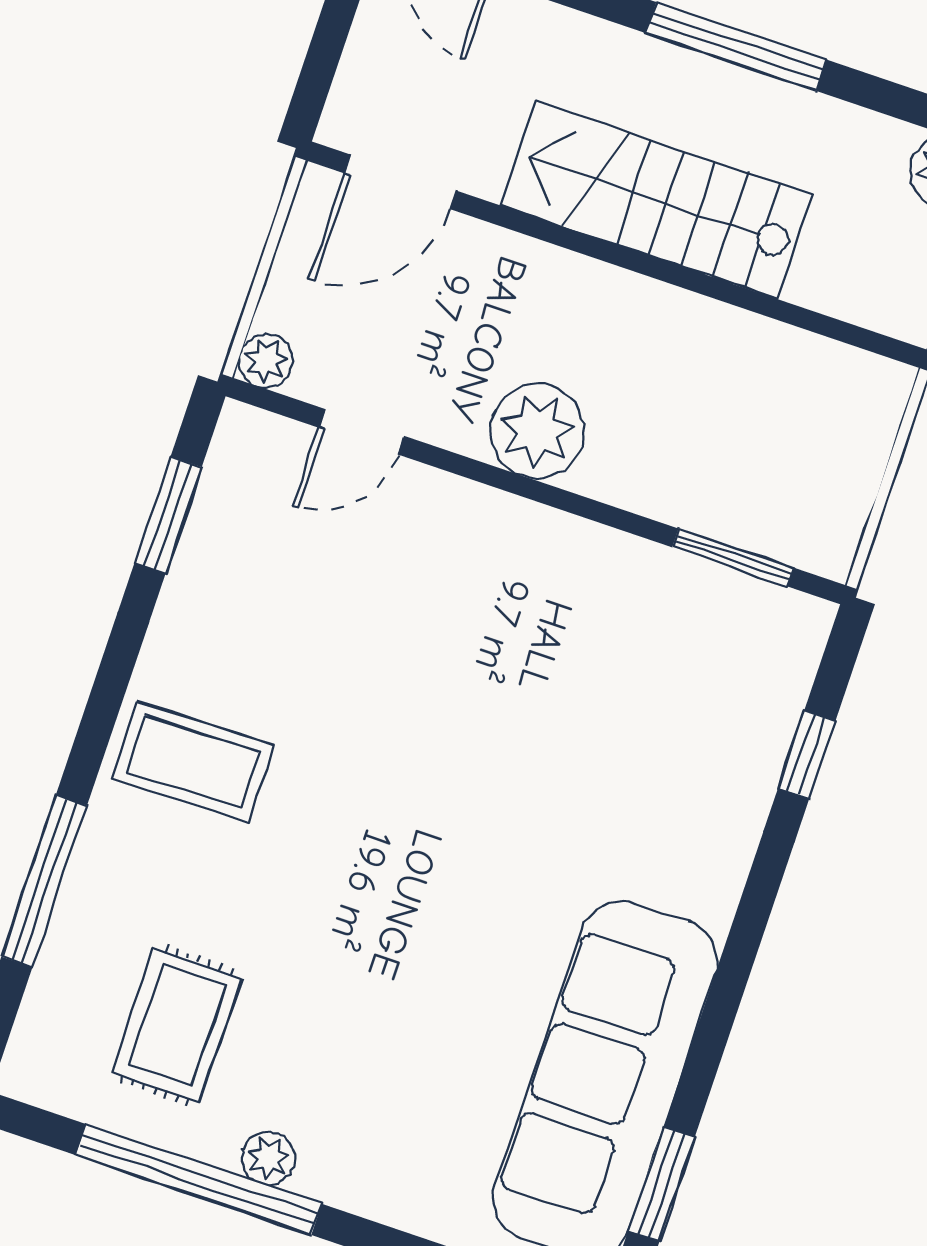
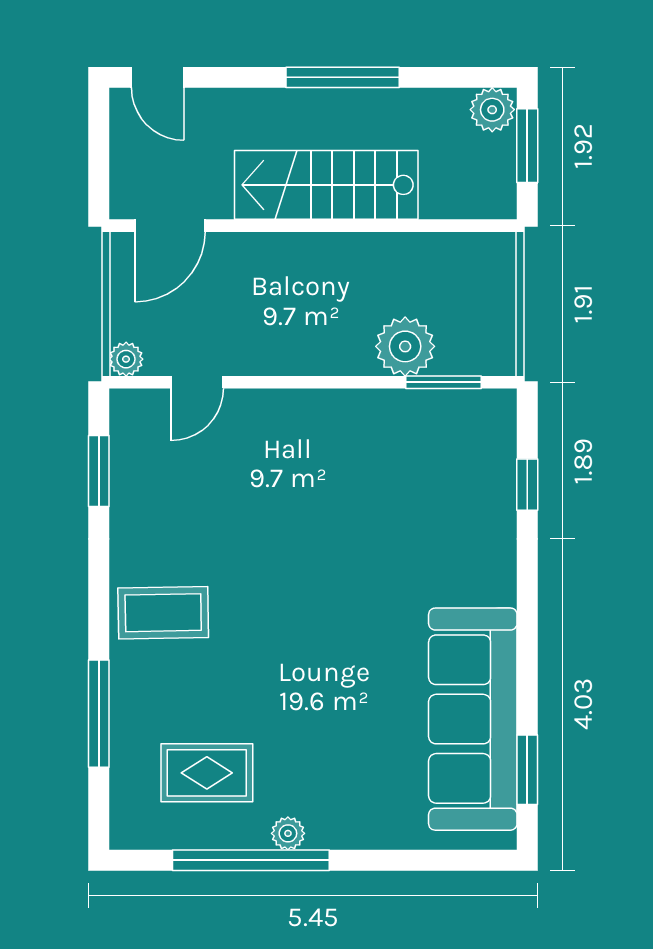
plant: (537, 431) -> (405, 346), moved
rug: (177, 1025) -> (207, 773), turned 90

